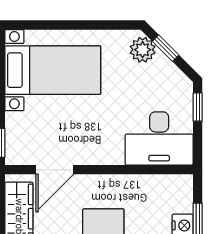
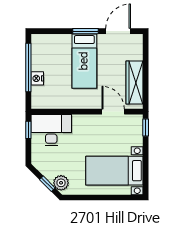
window: (198, 107) -> (28, 130), moved
door: (55, 170) -> (113, 112), hinge flipped

